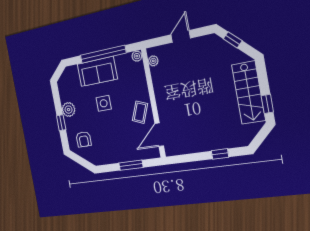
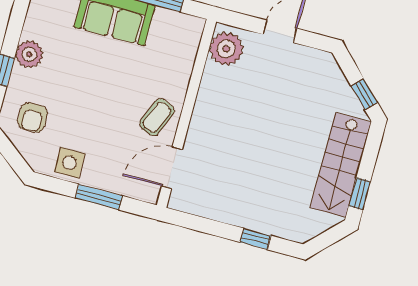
window: (233, 40) -> (364, 94), moved
plant: (137, 56) -> (195, 26), removed
plant: (153, 61) -> (226, 49), width x1.88, depth x1.88
side table: (104, 103) -> (69, 163), moved

